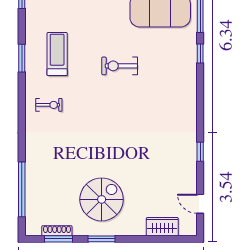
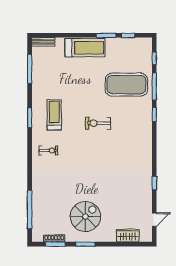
door: (200, 204) -> (154, 220), swing flipped

